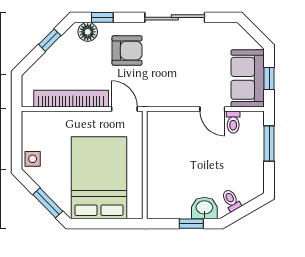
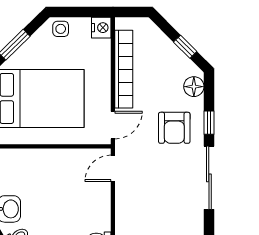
window: (102, 17) -> (209, 123), moved
door: (212, 109) -> (113, 168), moved
nightstand: (31, 120) -> (101, 28), added

